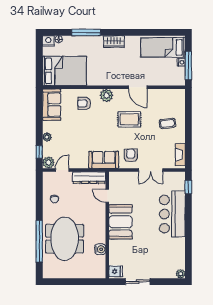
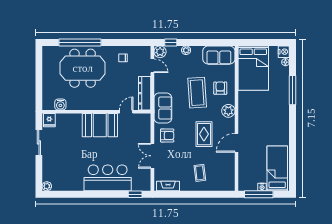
wardrobe: (114, 42) -> (283, 118), removed
coffee table: (89, 126) -> (197, 93), added
water cooler: (100, 249) -> (60, 104), moved

